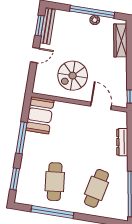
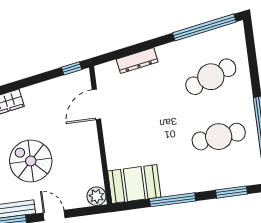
spiral stairs: (73, 76) -> (31, 161), moved, turned 180
plant: (39, 87) -> (96, 196), added
cafe table: (97, 188) -> (211, 77), turned -33

